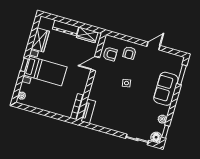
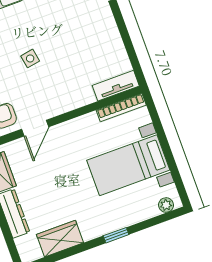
door: (95, 64) -> (35, 128), hinge flipped
bed with nightstands: (45, 71) -> (128, 165), moved, turned -90

